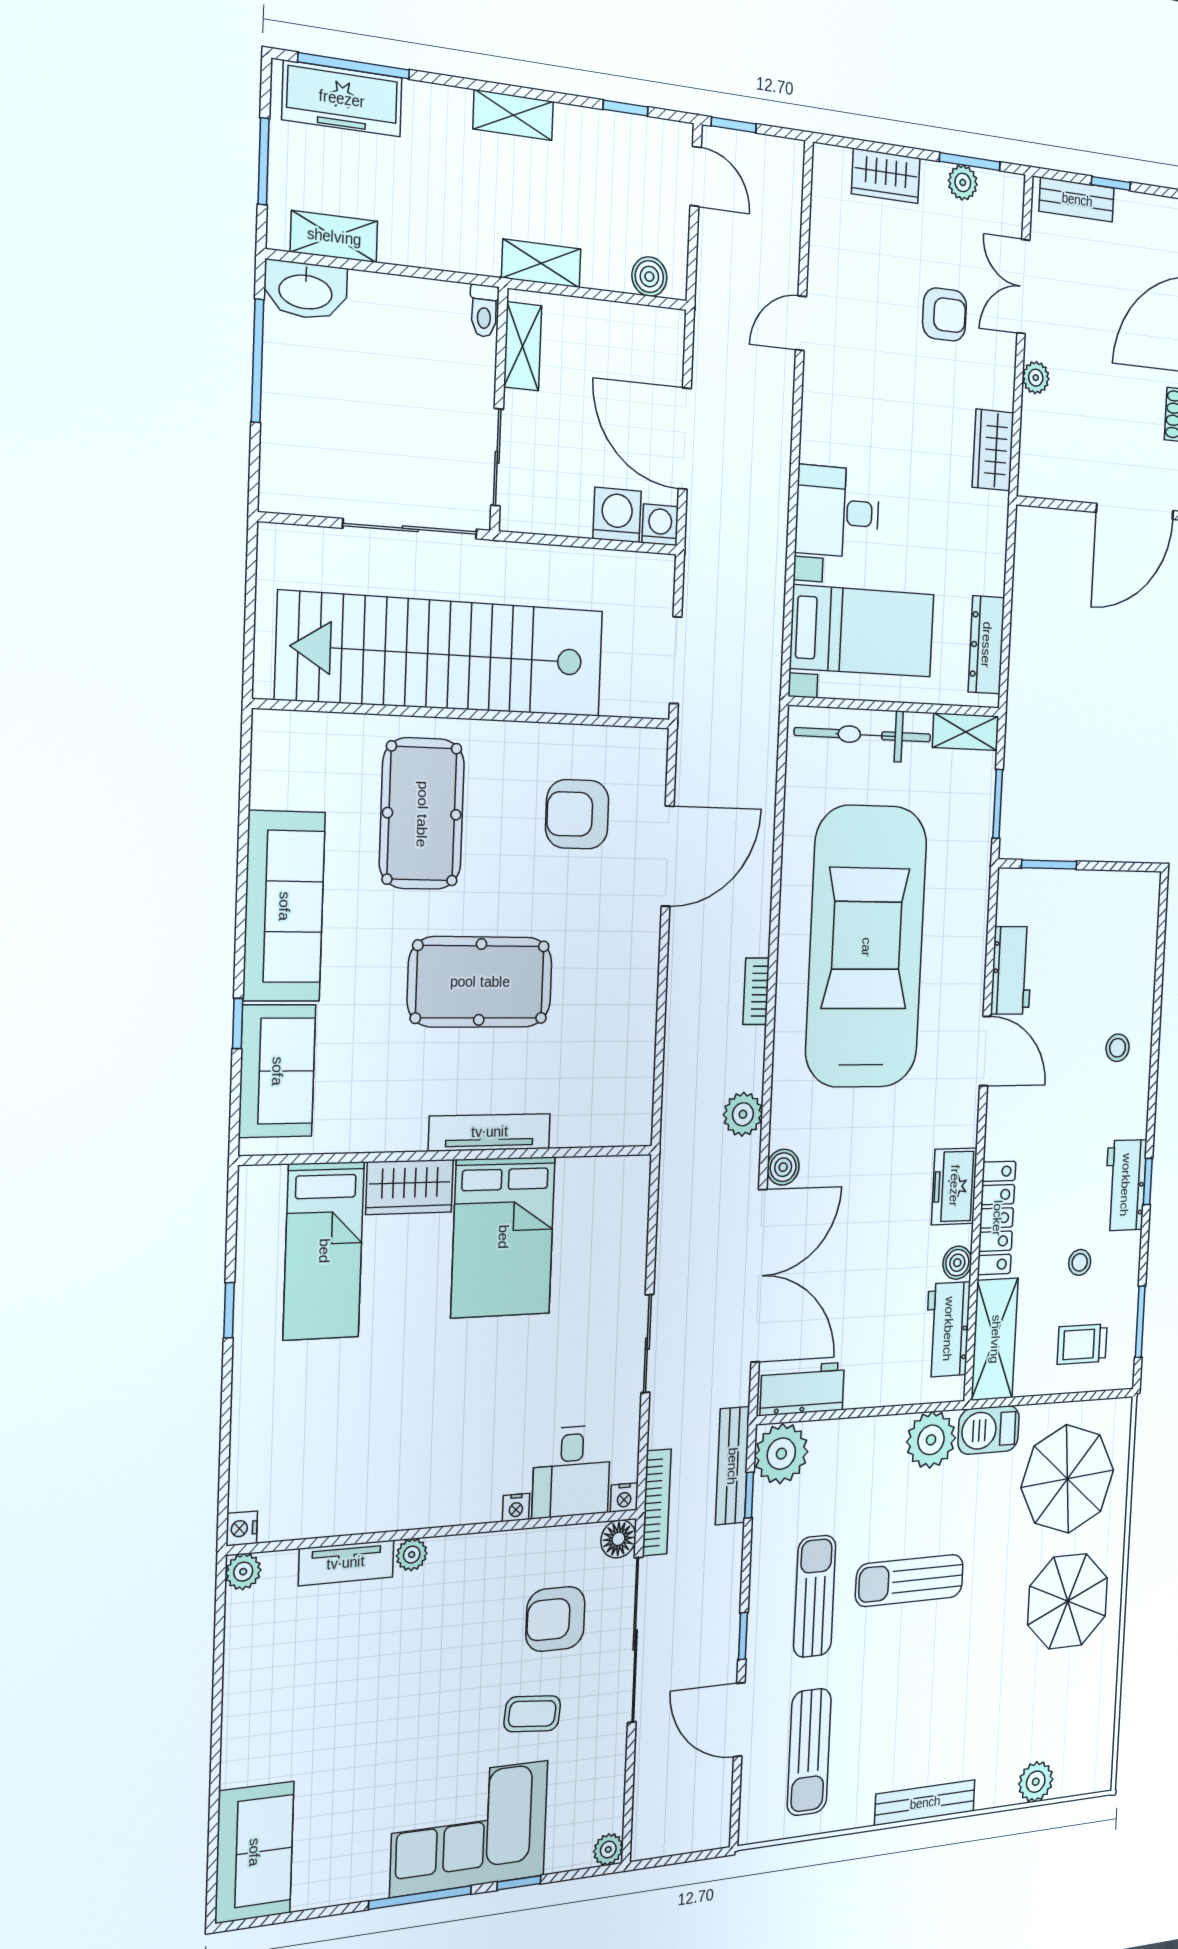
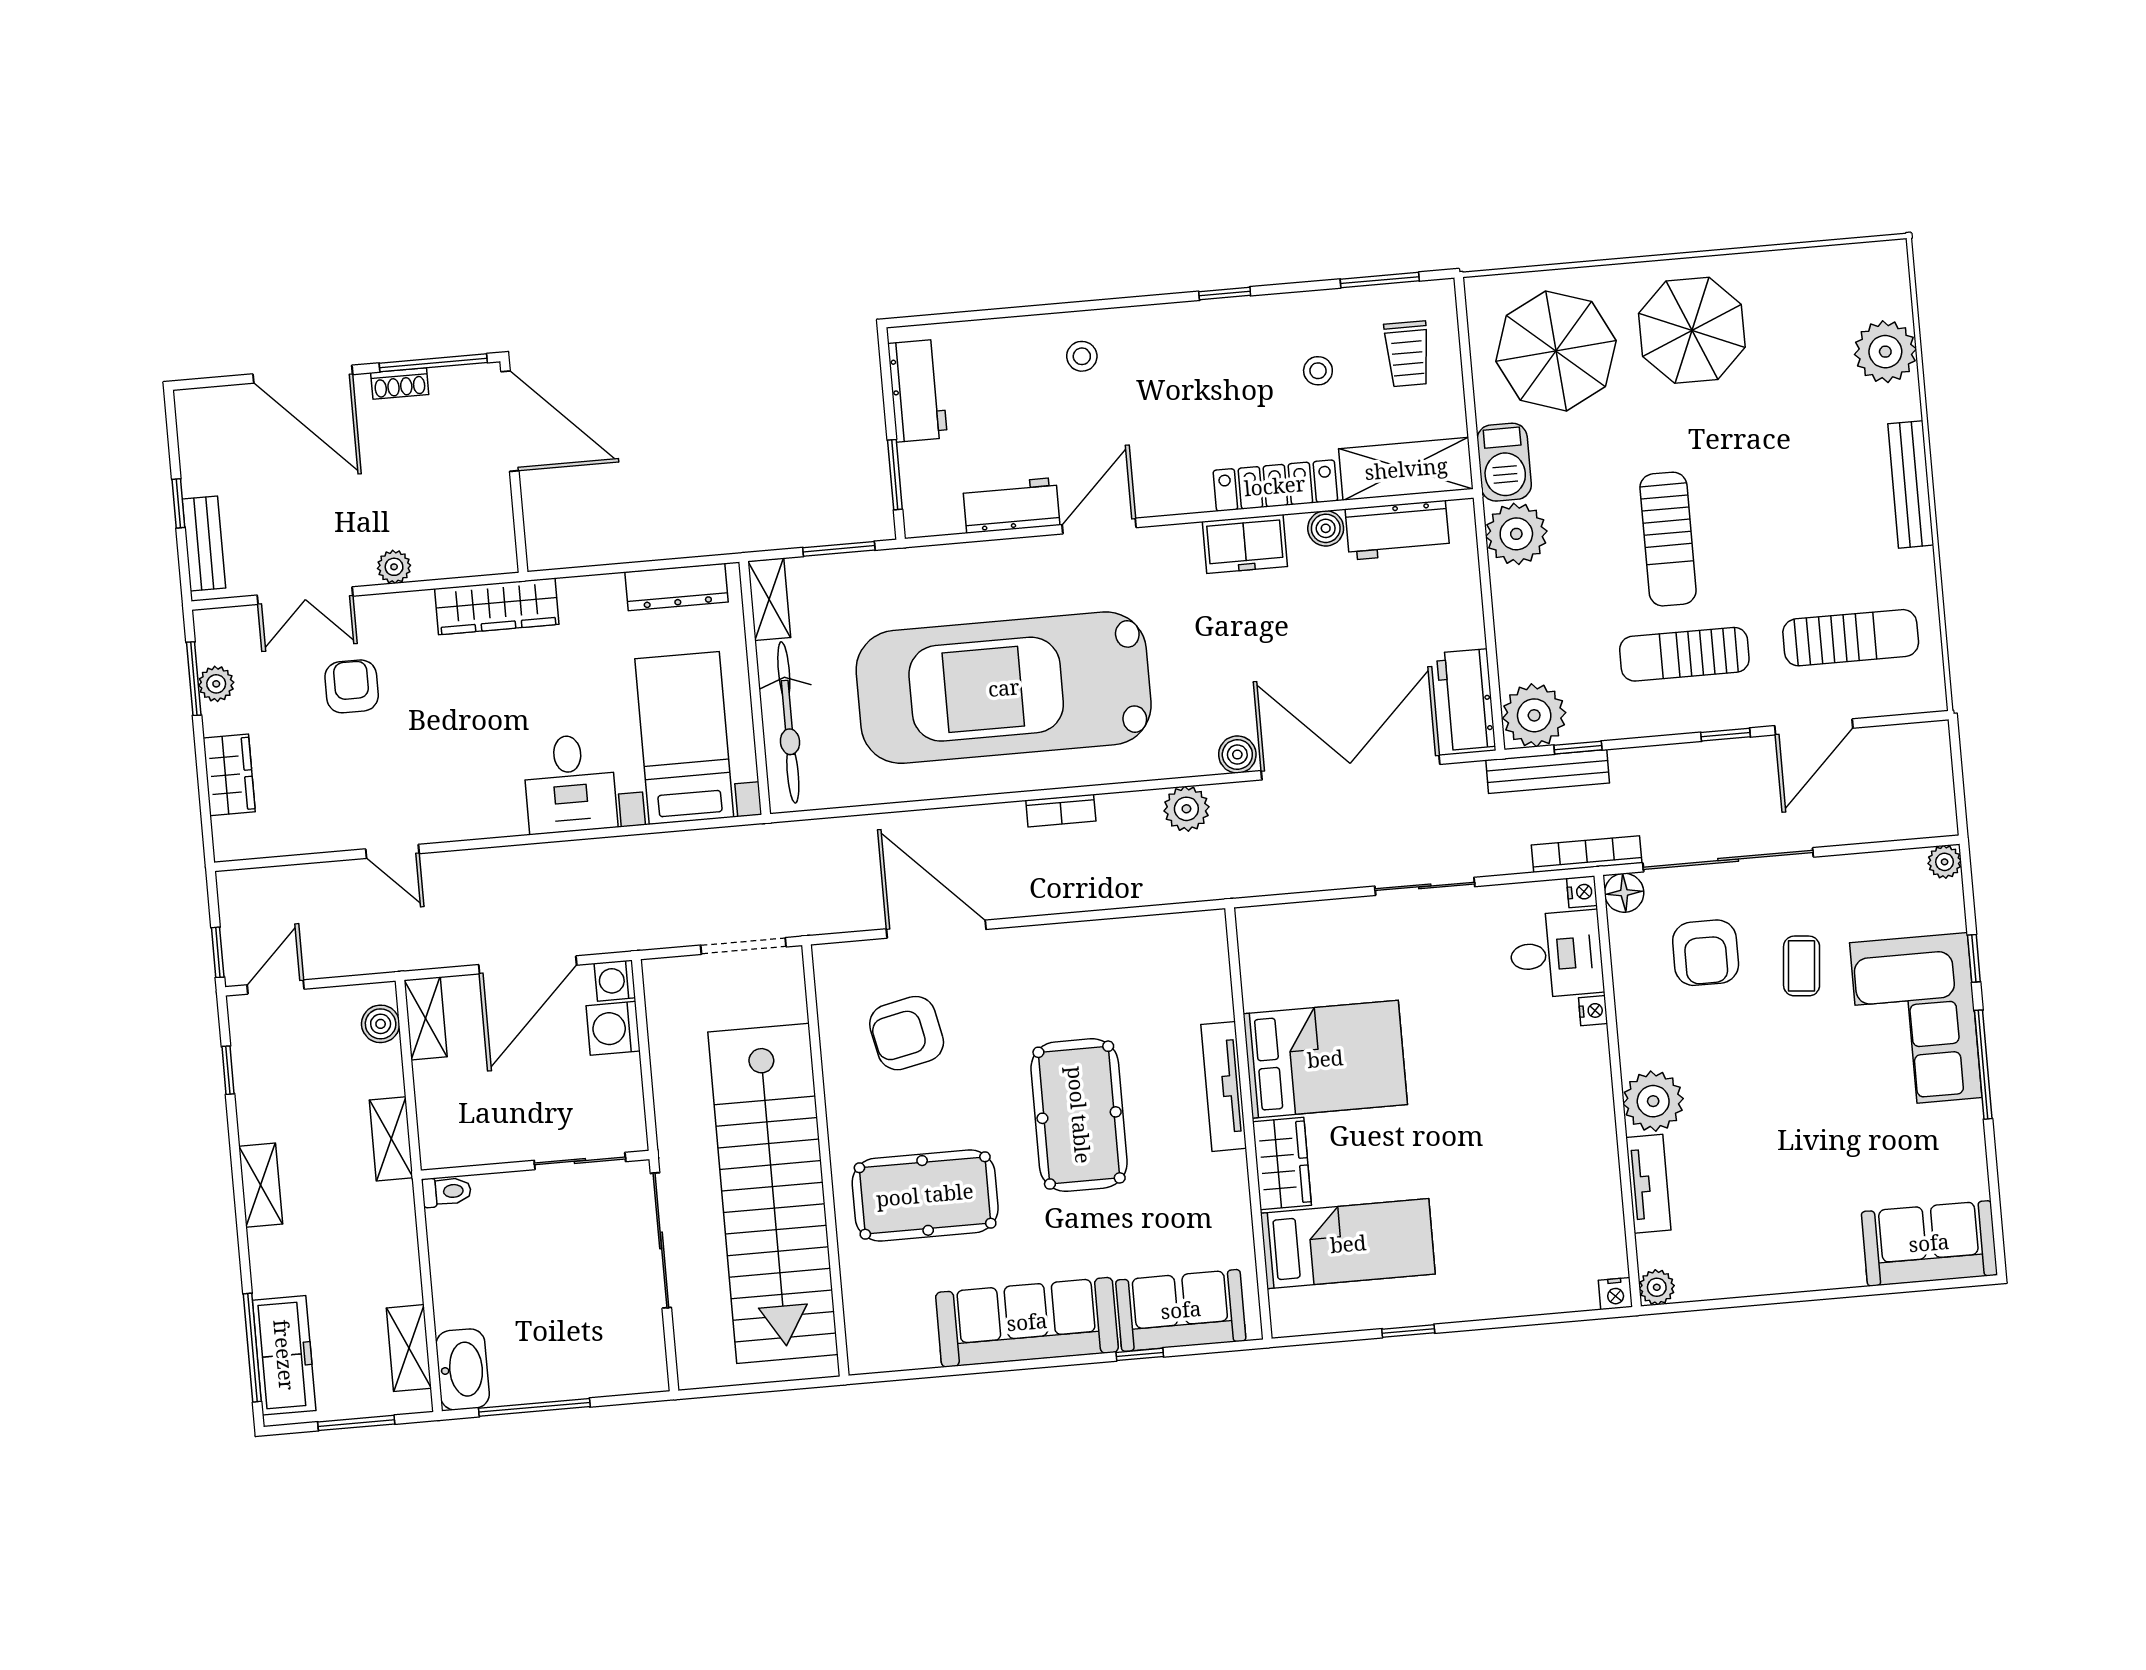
shelving: (523, 346) -> (426, 1018), moved, turned 90
wardrobe: (993, 450) -> (497, 606), width x1.50
armchair: (577, 814) -> (907, 1033), turned 78
workbench: (1125, 1185) -> (918, 391), moved, turned -90
plant: (412, 1555) -> (1653, 1101), width x1.88, depth x1.88
plant: (1036, 1782) -> (1885, 352), width x1.36, depth x1.36

